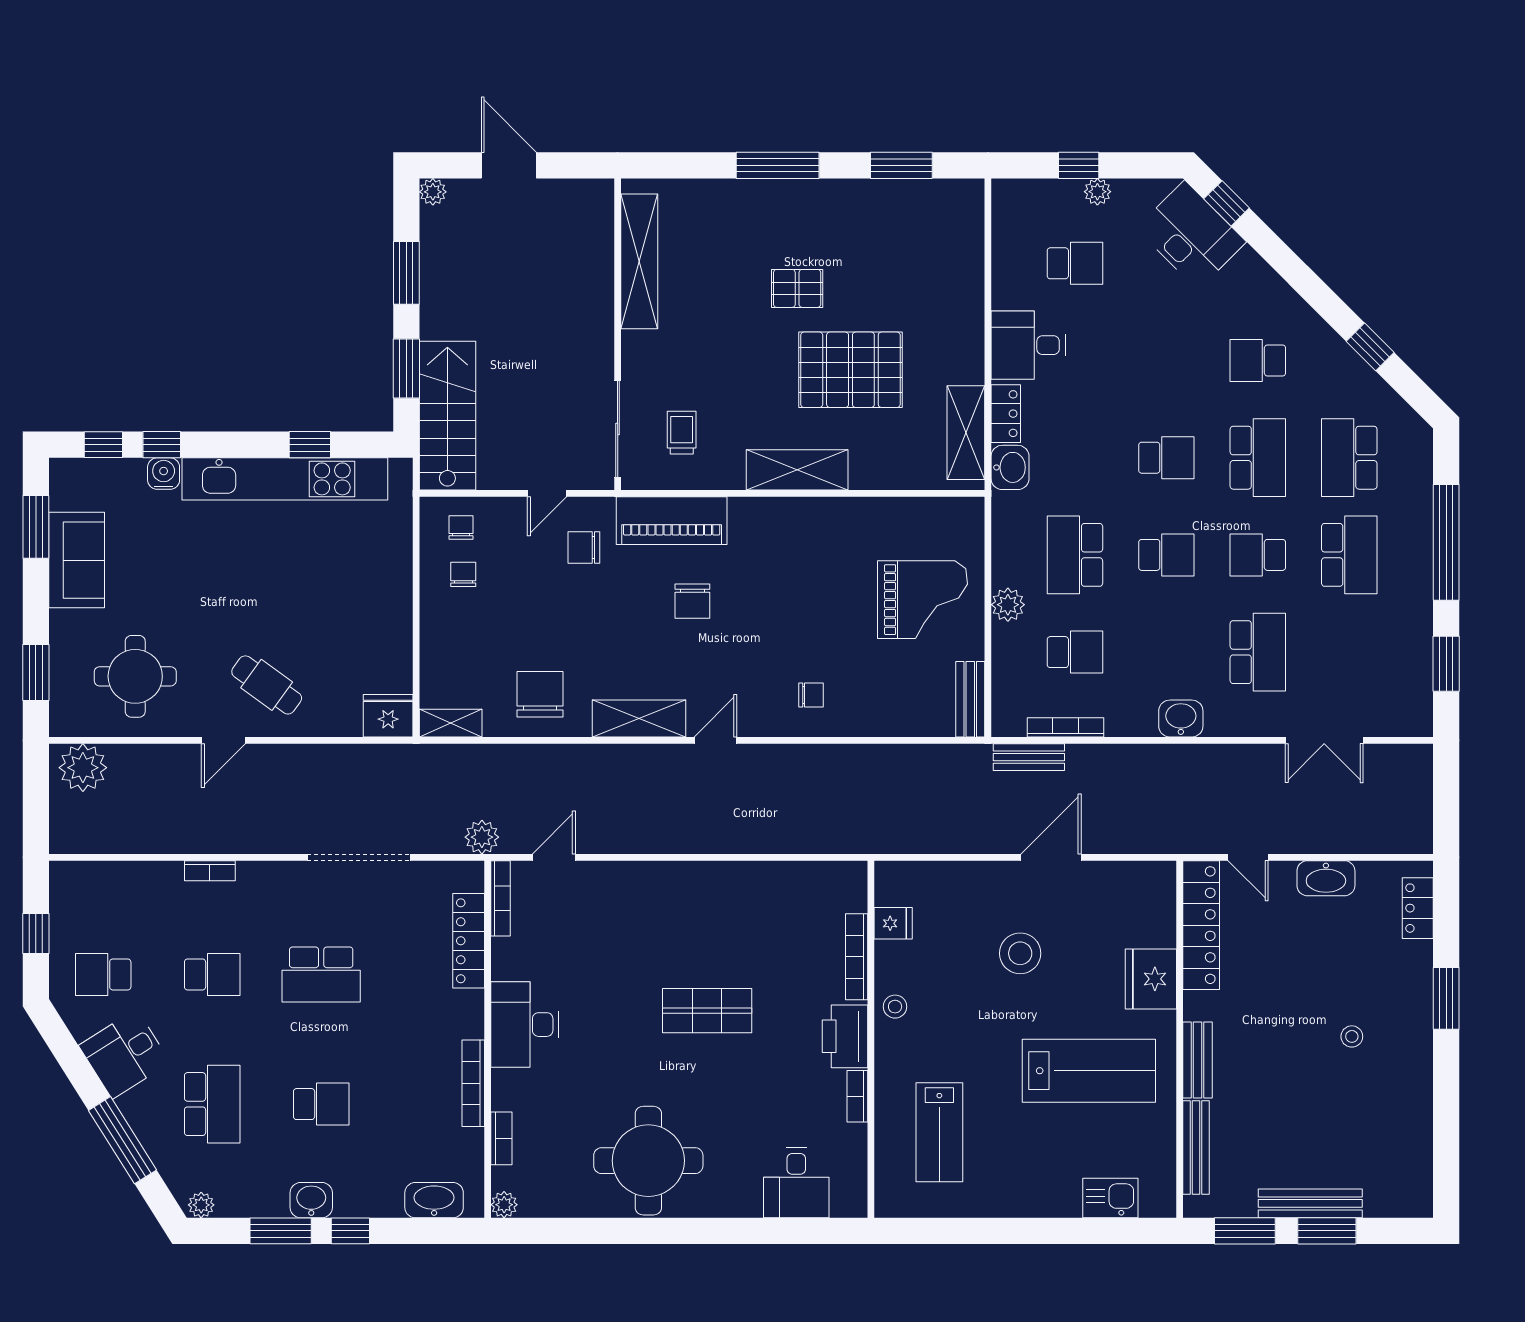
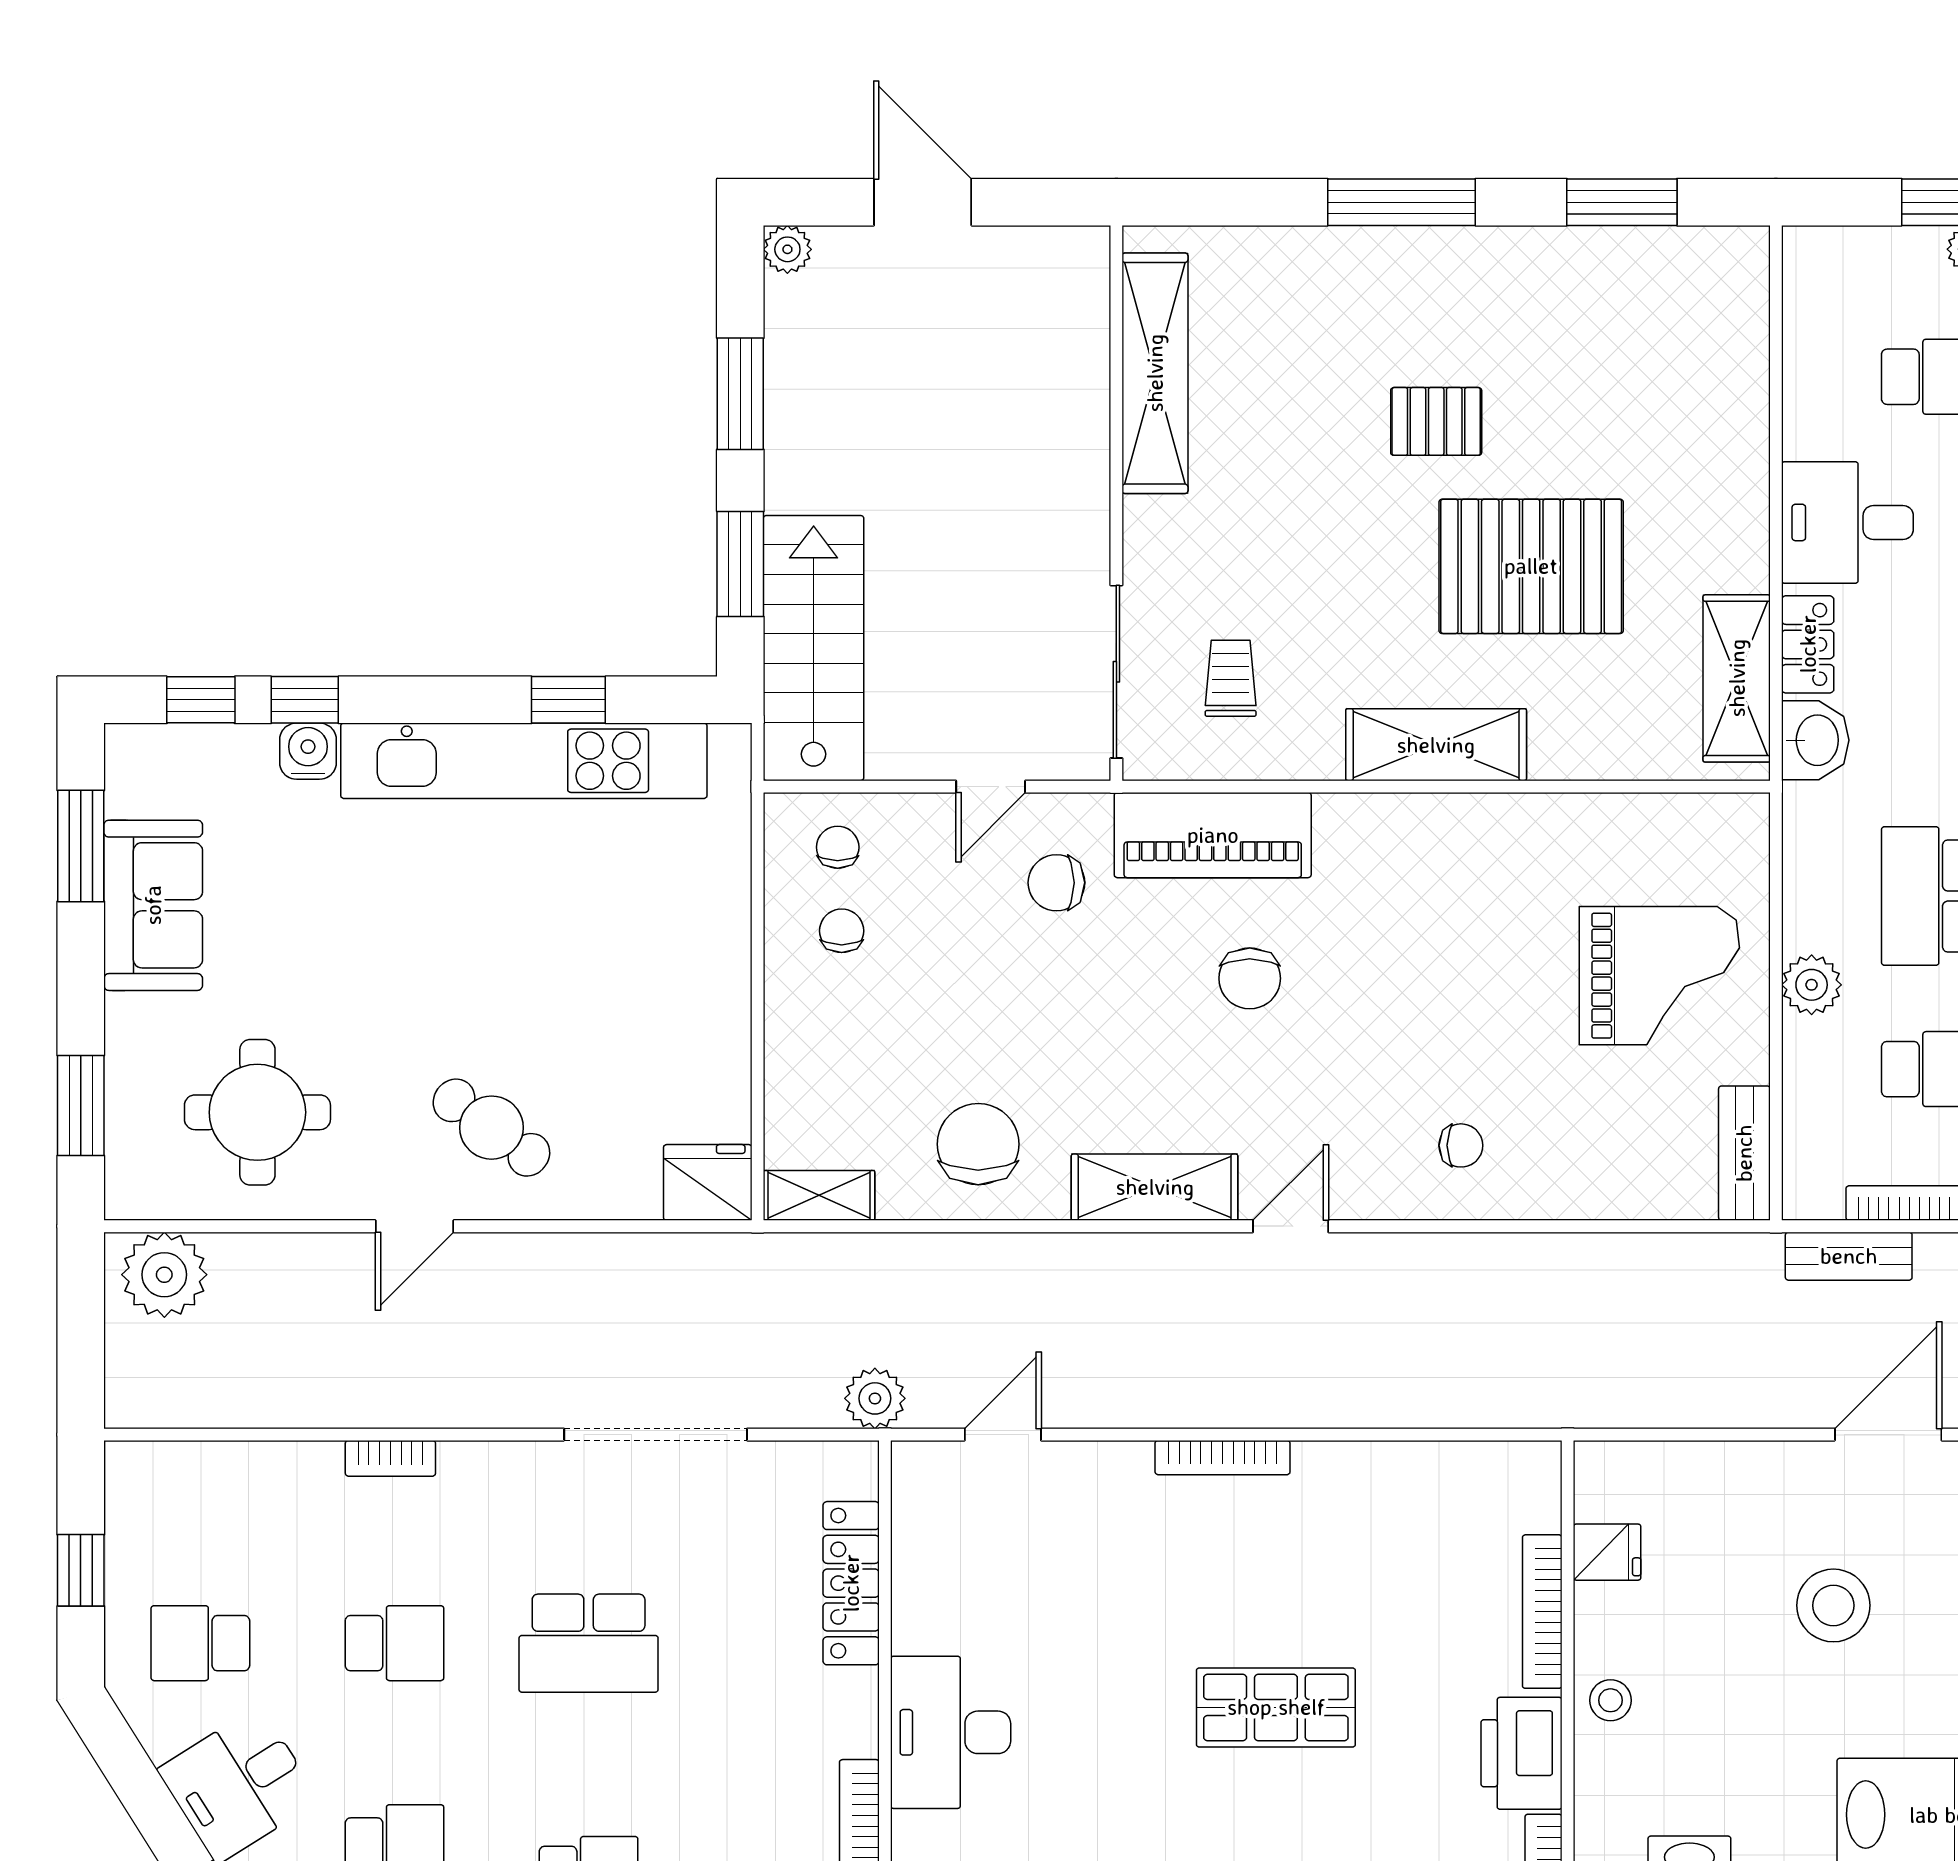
bookcase: (501, 898) -> (1223, 1458), moved, turned 90

